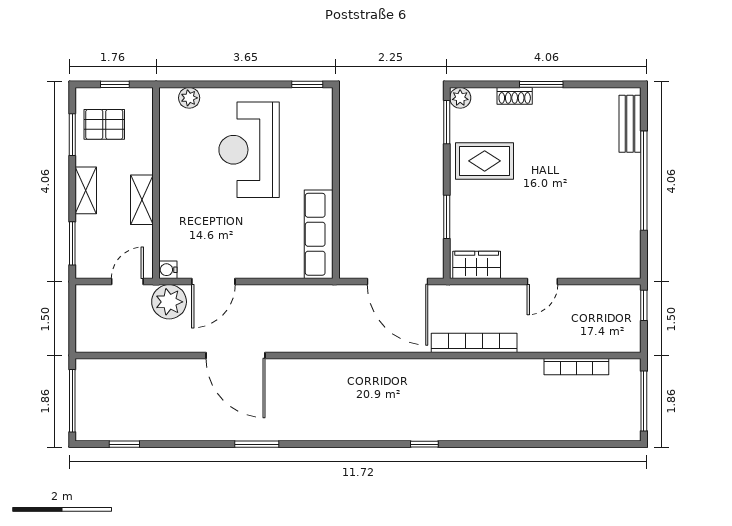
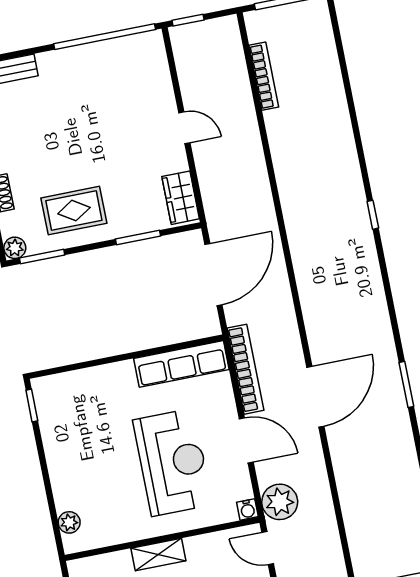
reception desk: (249, 150) -> (173, 462), moved, turned -90
rug: (485, 161) -> (74, 211), turned 90
window: (644, 181) -> (105, 37), moved
shelving: (142, 200) -> (158, 554), moved
door: (213, 282) -> (246, 440), moved
bookcase: (474, 343) -> (245, 369), moved, turned 180
door: (235, 355) -> (315, 397), moved

